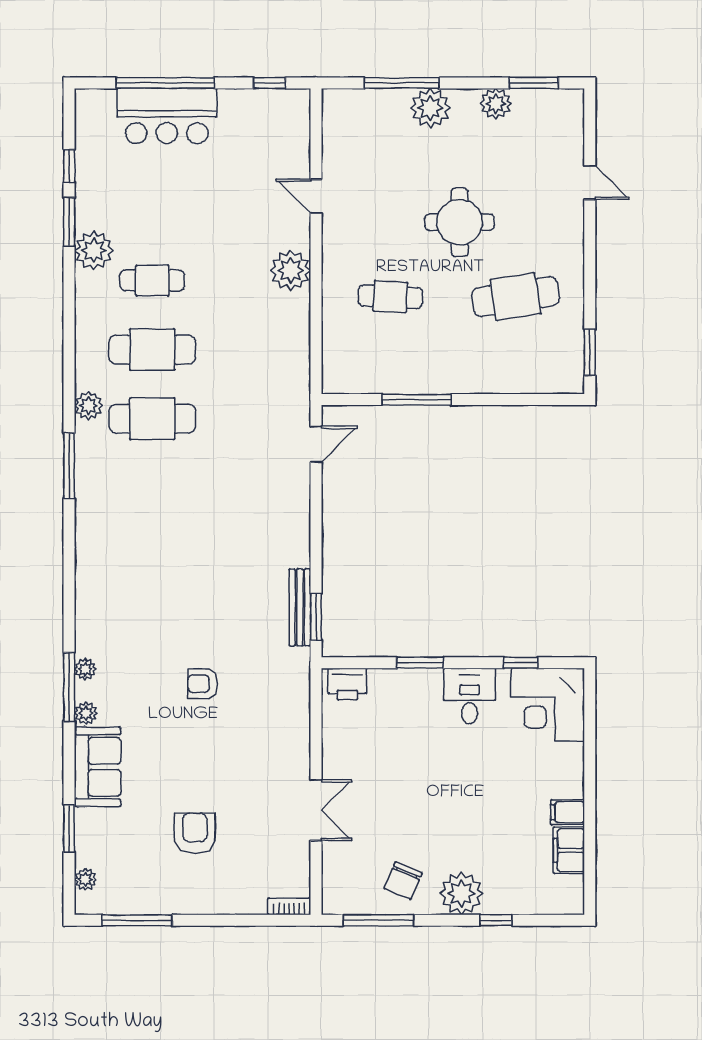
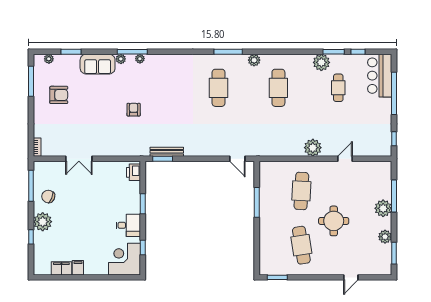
bar counter: (167, 116) -> (380, 76), moved
cafe table: (152, 281) -> (338, 88), moved
cafe table: (390, 297) -> (301, 191), width x1.37, depth x1.35
cafe table: (152, 419) -> (219, 88), moved
armchair: (195, 833) -> (59, 95), moved

